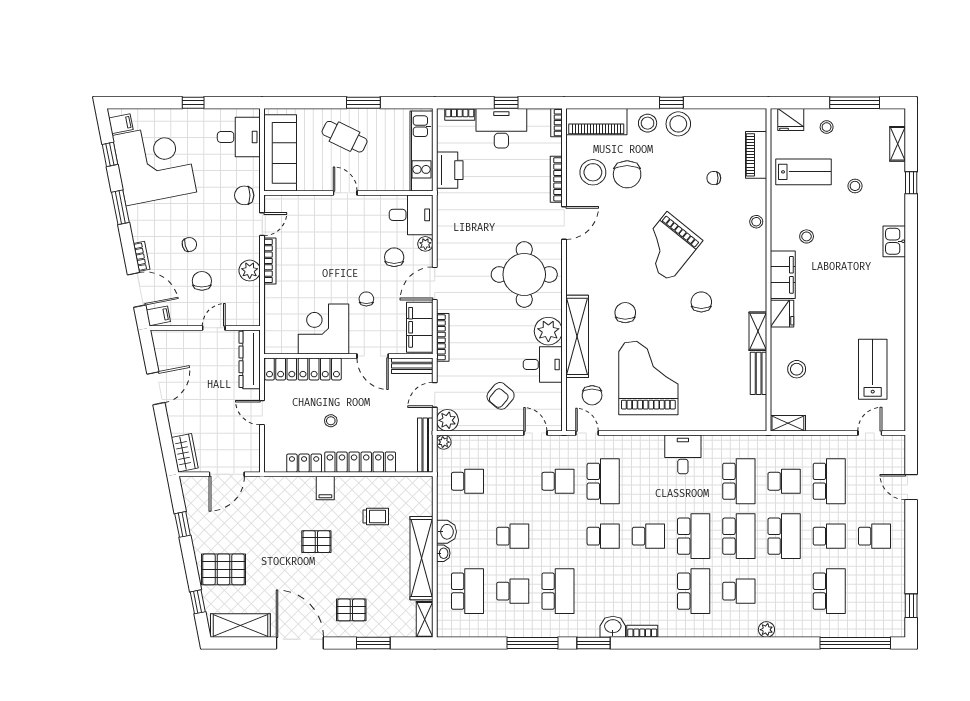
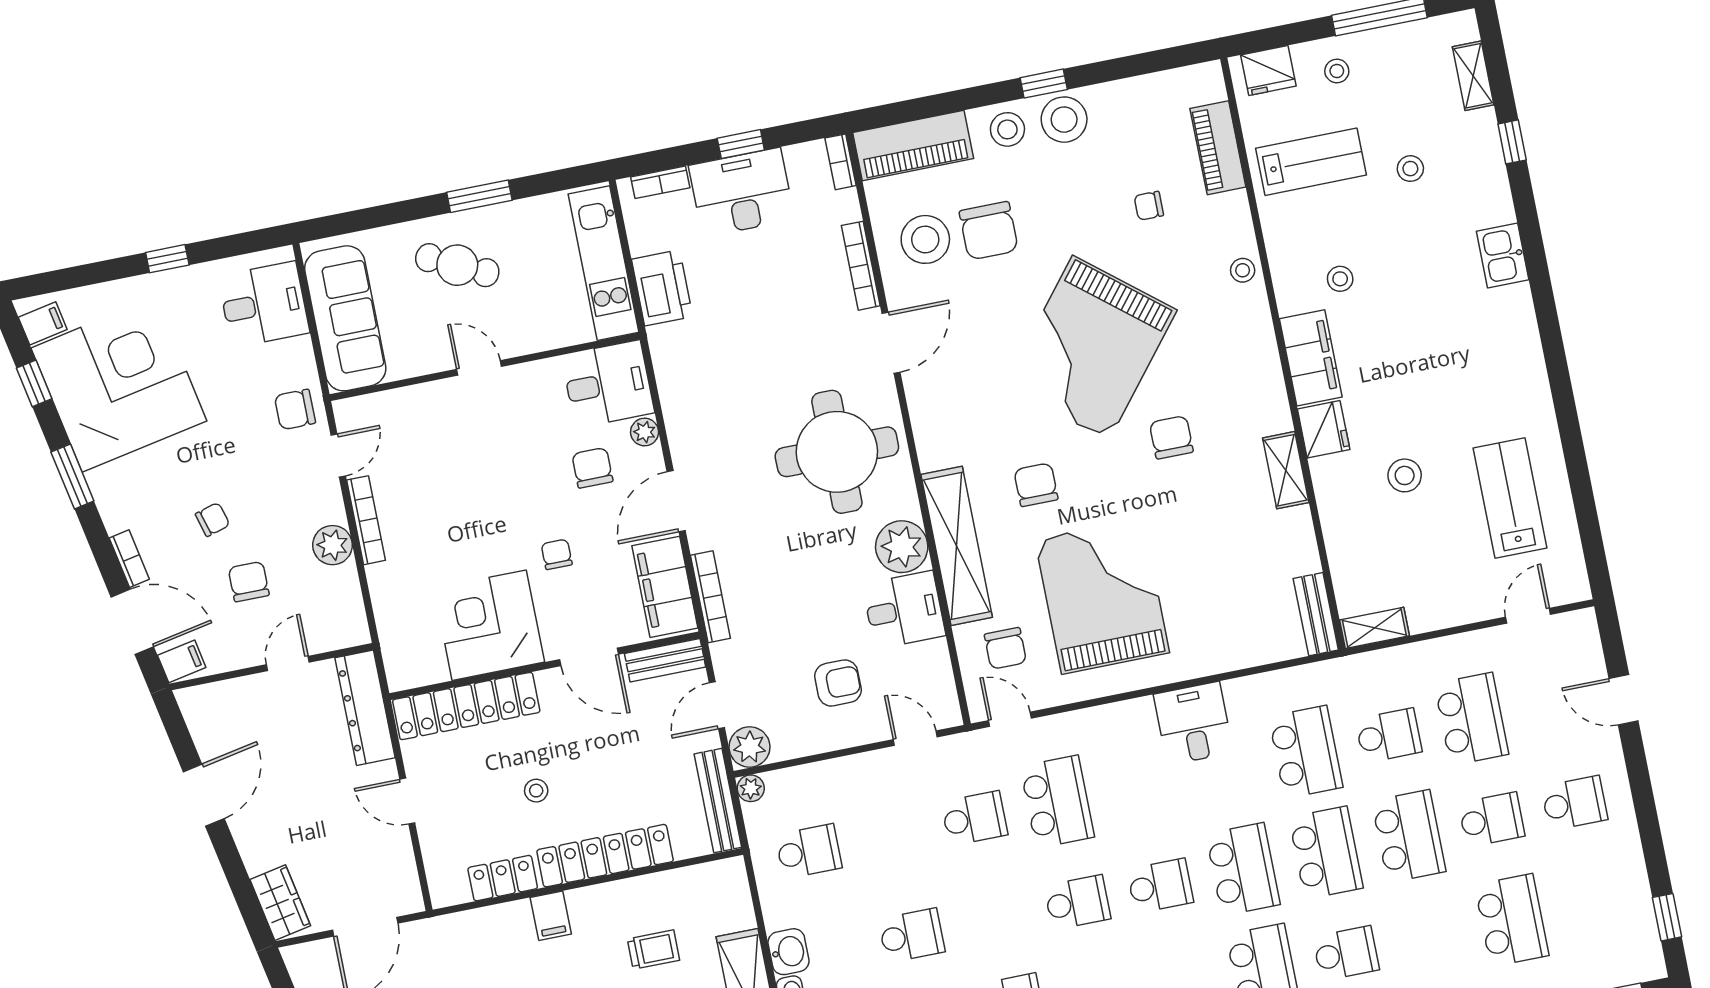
grand piano: (668, 247) -> (1091, 348), width x1.37, depth x1.48
stool: (797, 369) -> (1405, 475), moved
bench: (759, 373) -> (1316, 614), moved
armchair: (501, 396) -> (838, 683), turned -130

